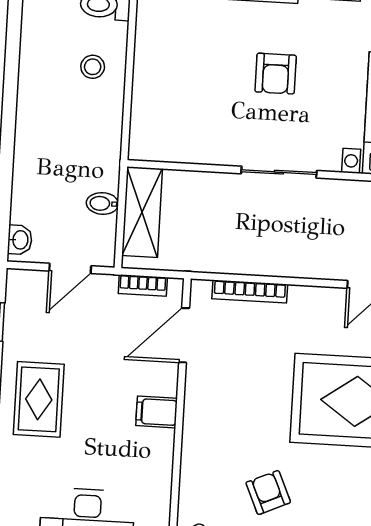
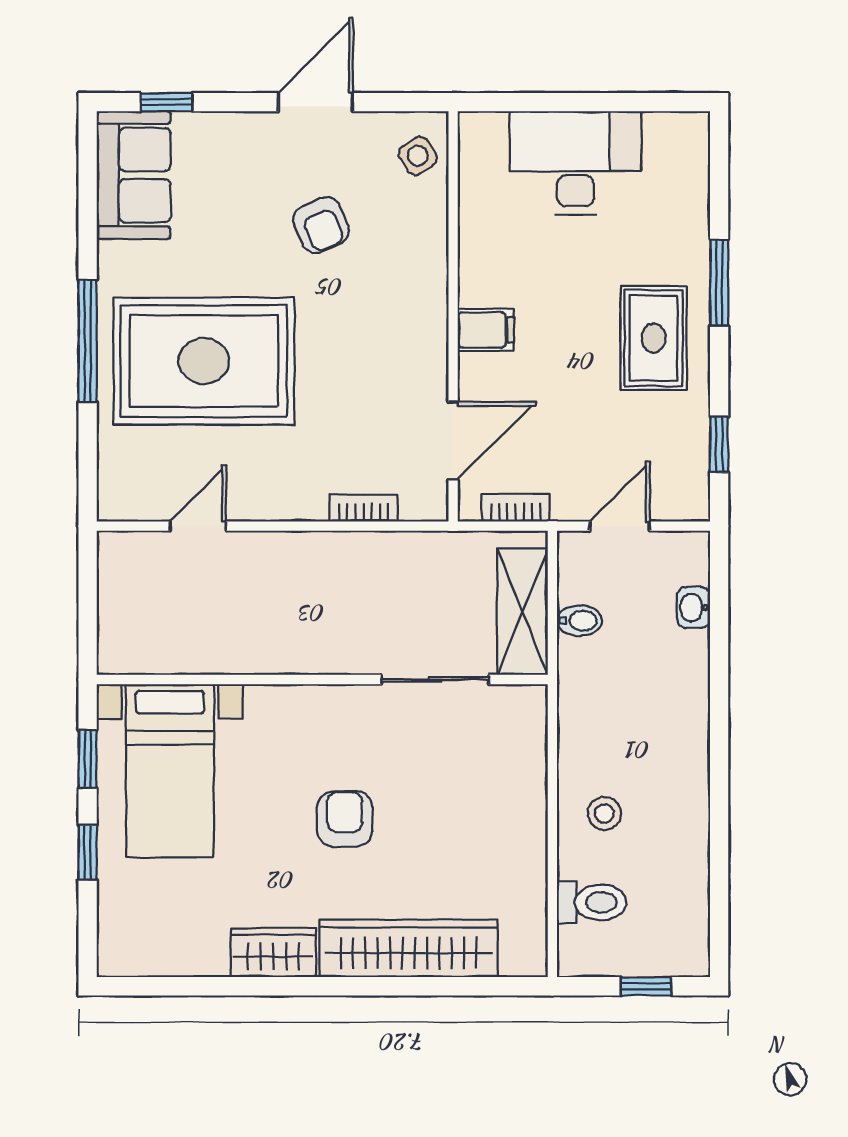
sliding door: (279, 172) -> (435, 679), moved
washbasin: (20, 240) -> (694, 608), moved
bookcase: (250, 292) -> (364, 508), width x0.64

